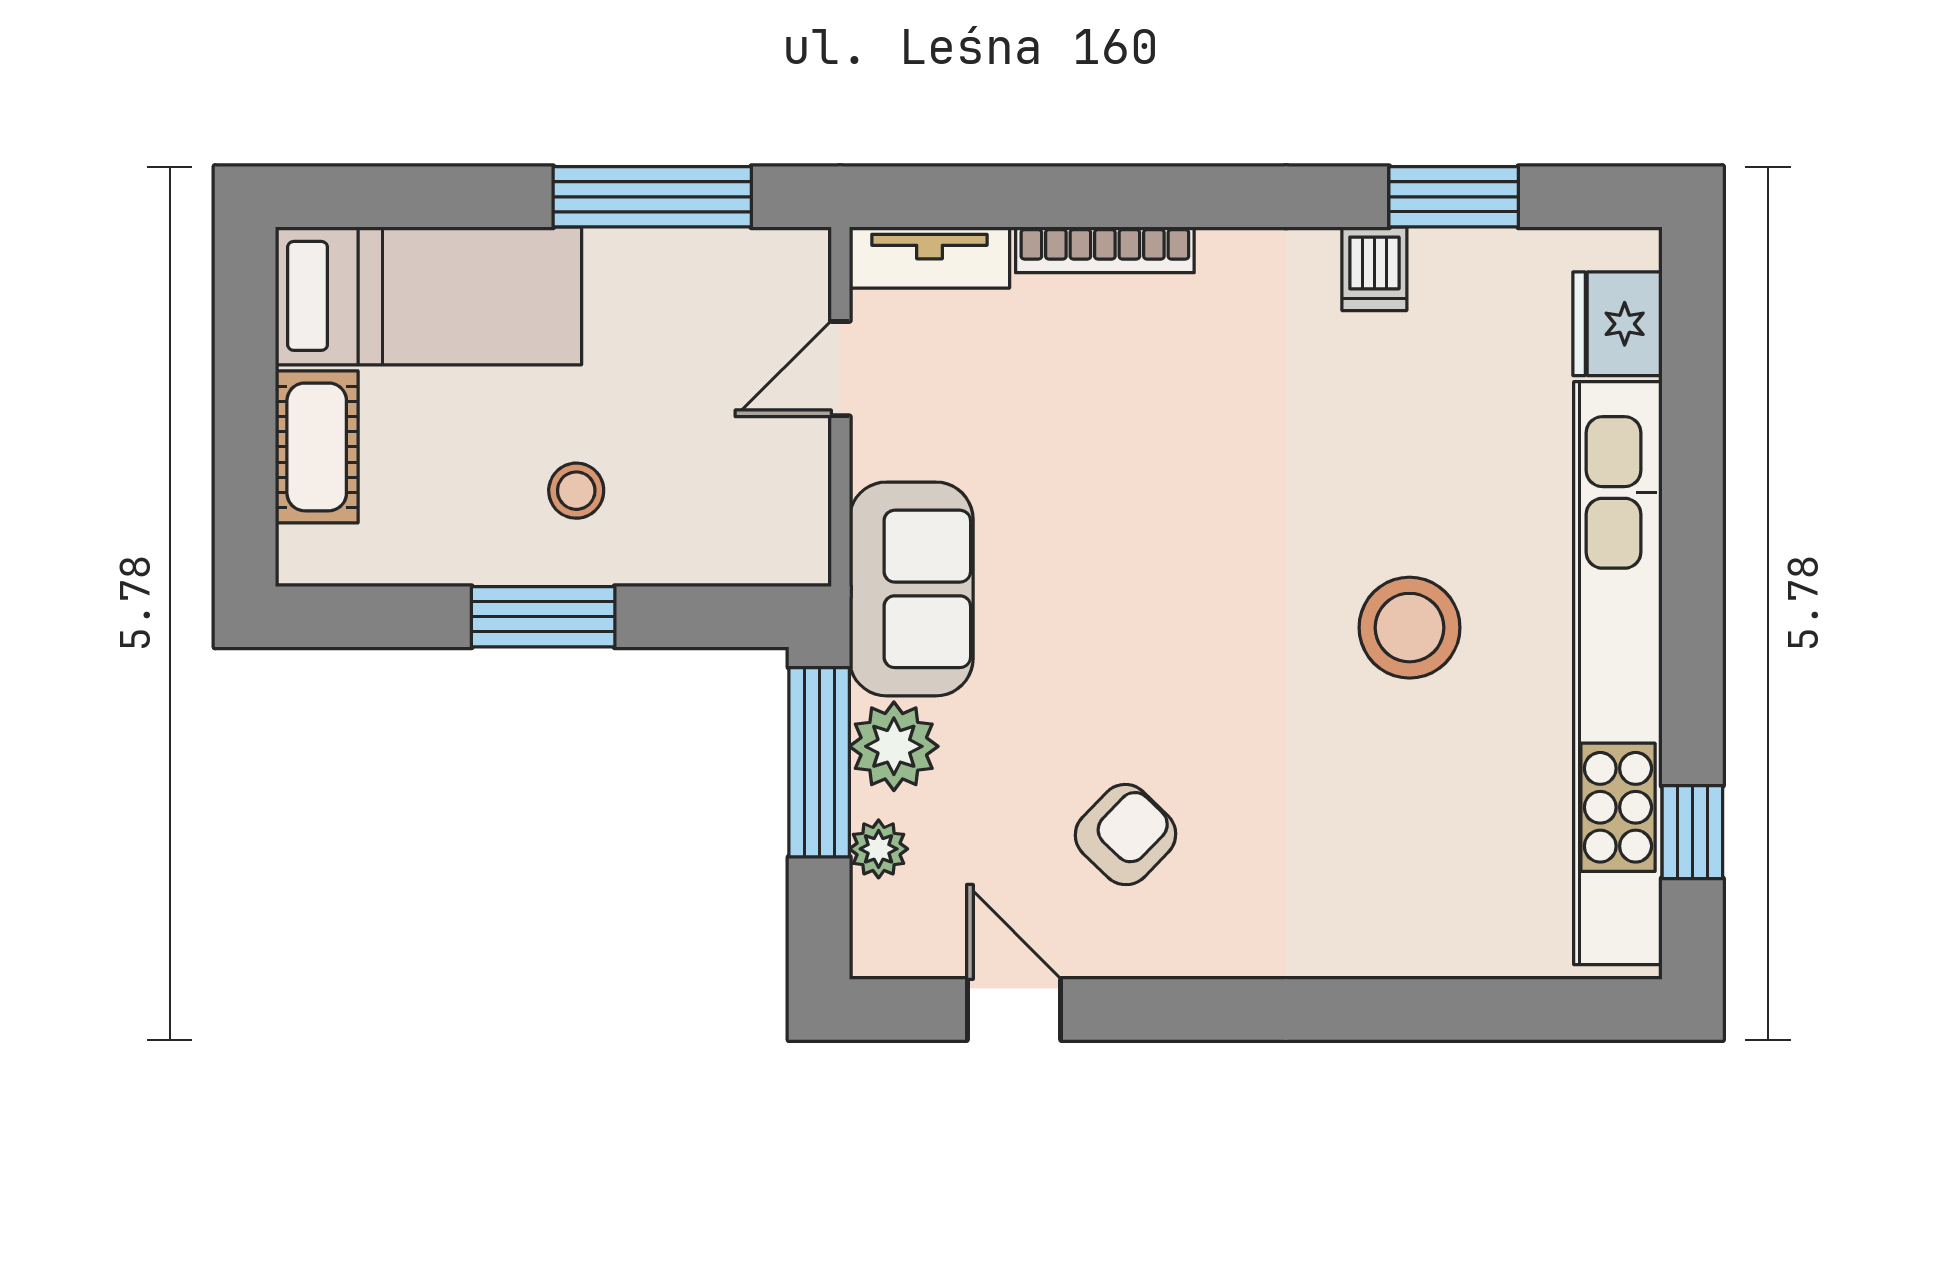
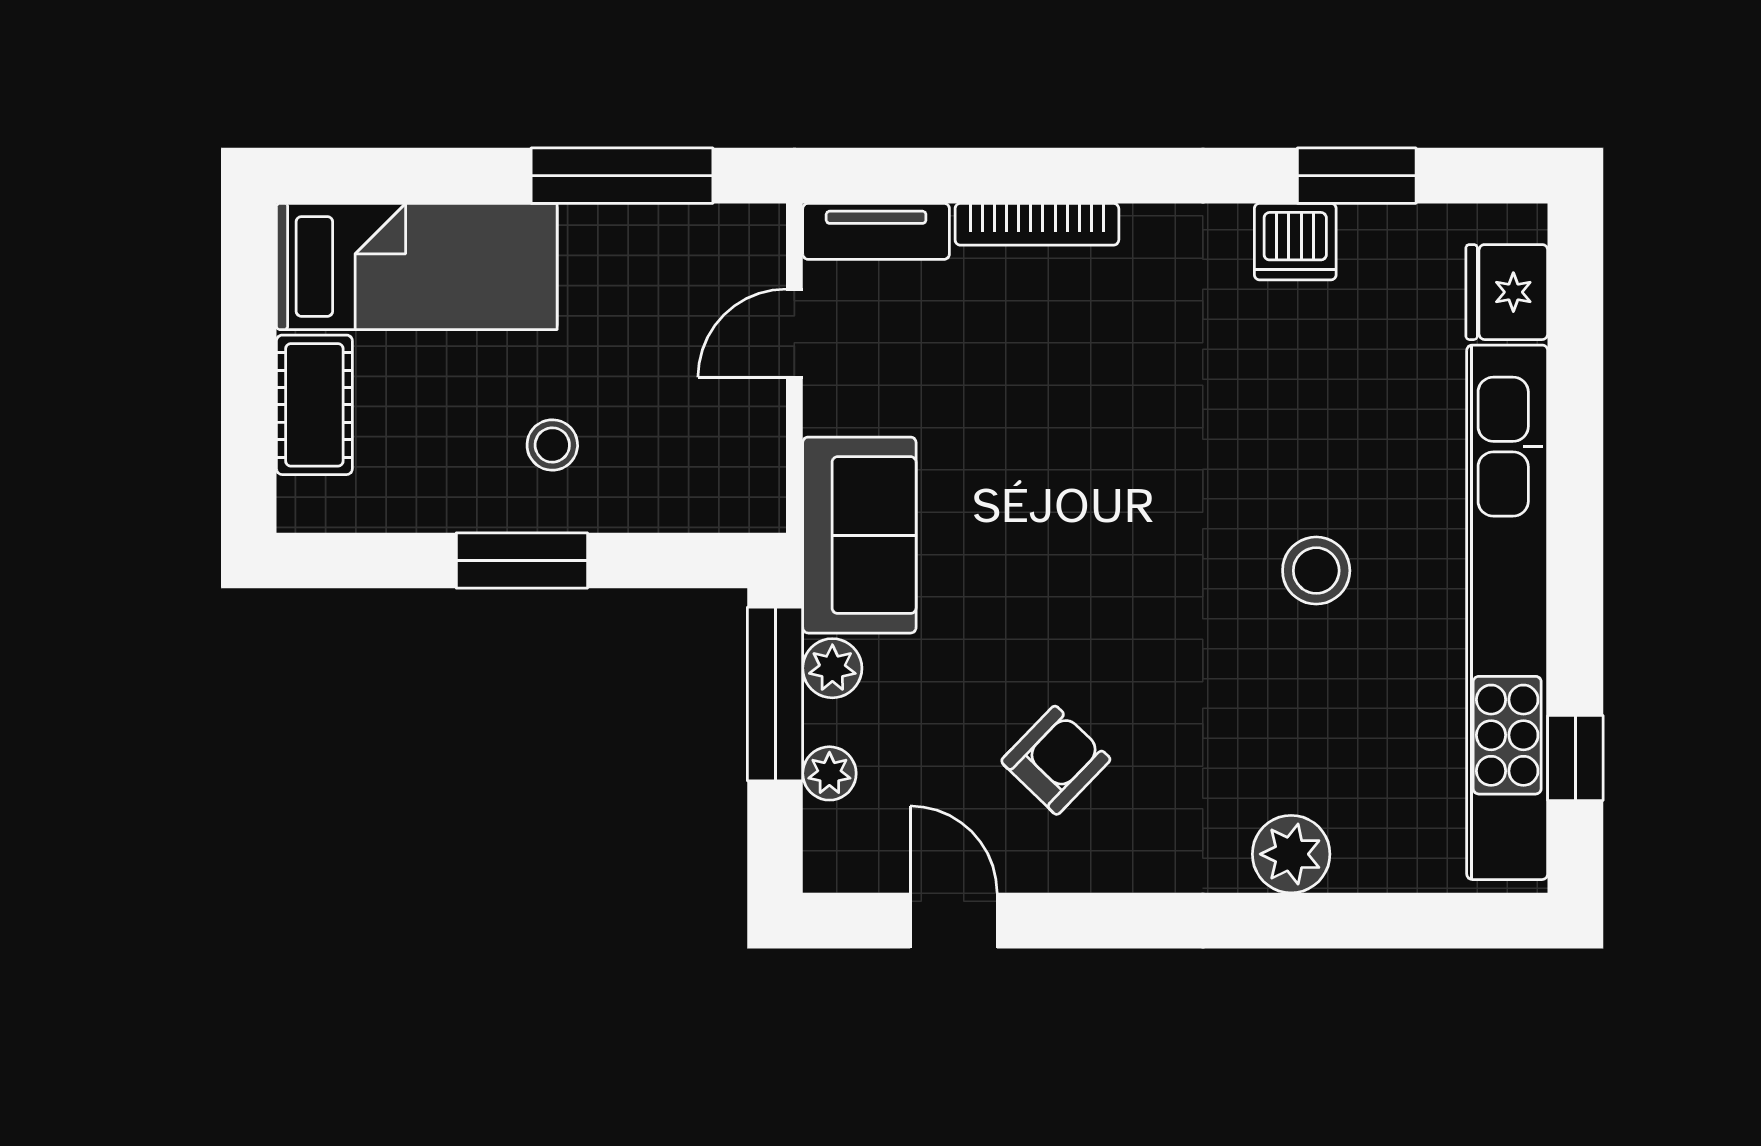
dishwasher: (1374, 269) -> (1295, 242), width x1.38
stool: (1410, 628) -> (1316, 571), width x0.73, depth x0.73
plant: (894, 746) -> (832, 668), width x0.73, depth x0.73
plant: (1382, 937) -> (1291, 854), added

